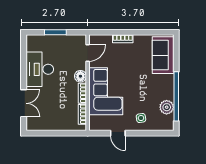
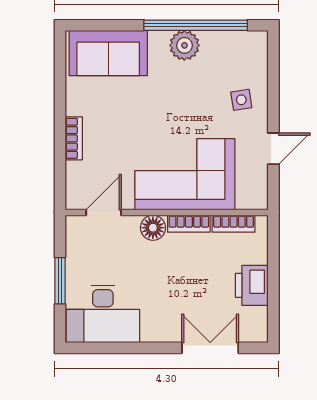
door: (88, 53) -> (104, 213), hinge flipped
desk: (40, 69) -> (103, 314), moved
plant: (167, 107) -> (184, 45), moved
printer: (53, 123) -> (252, 285), added

